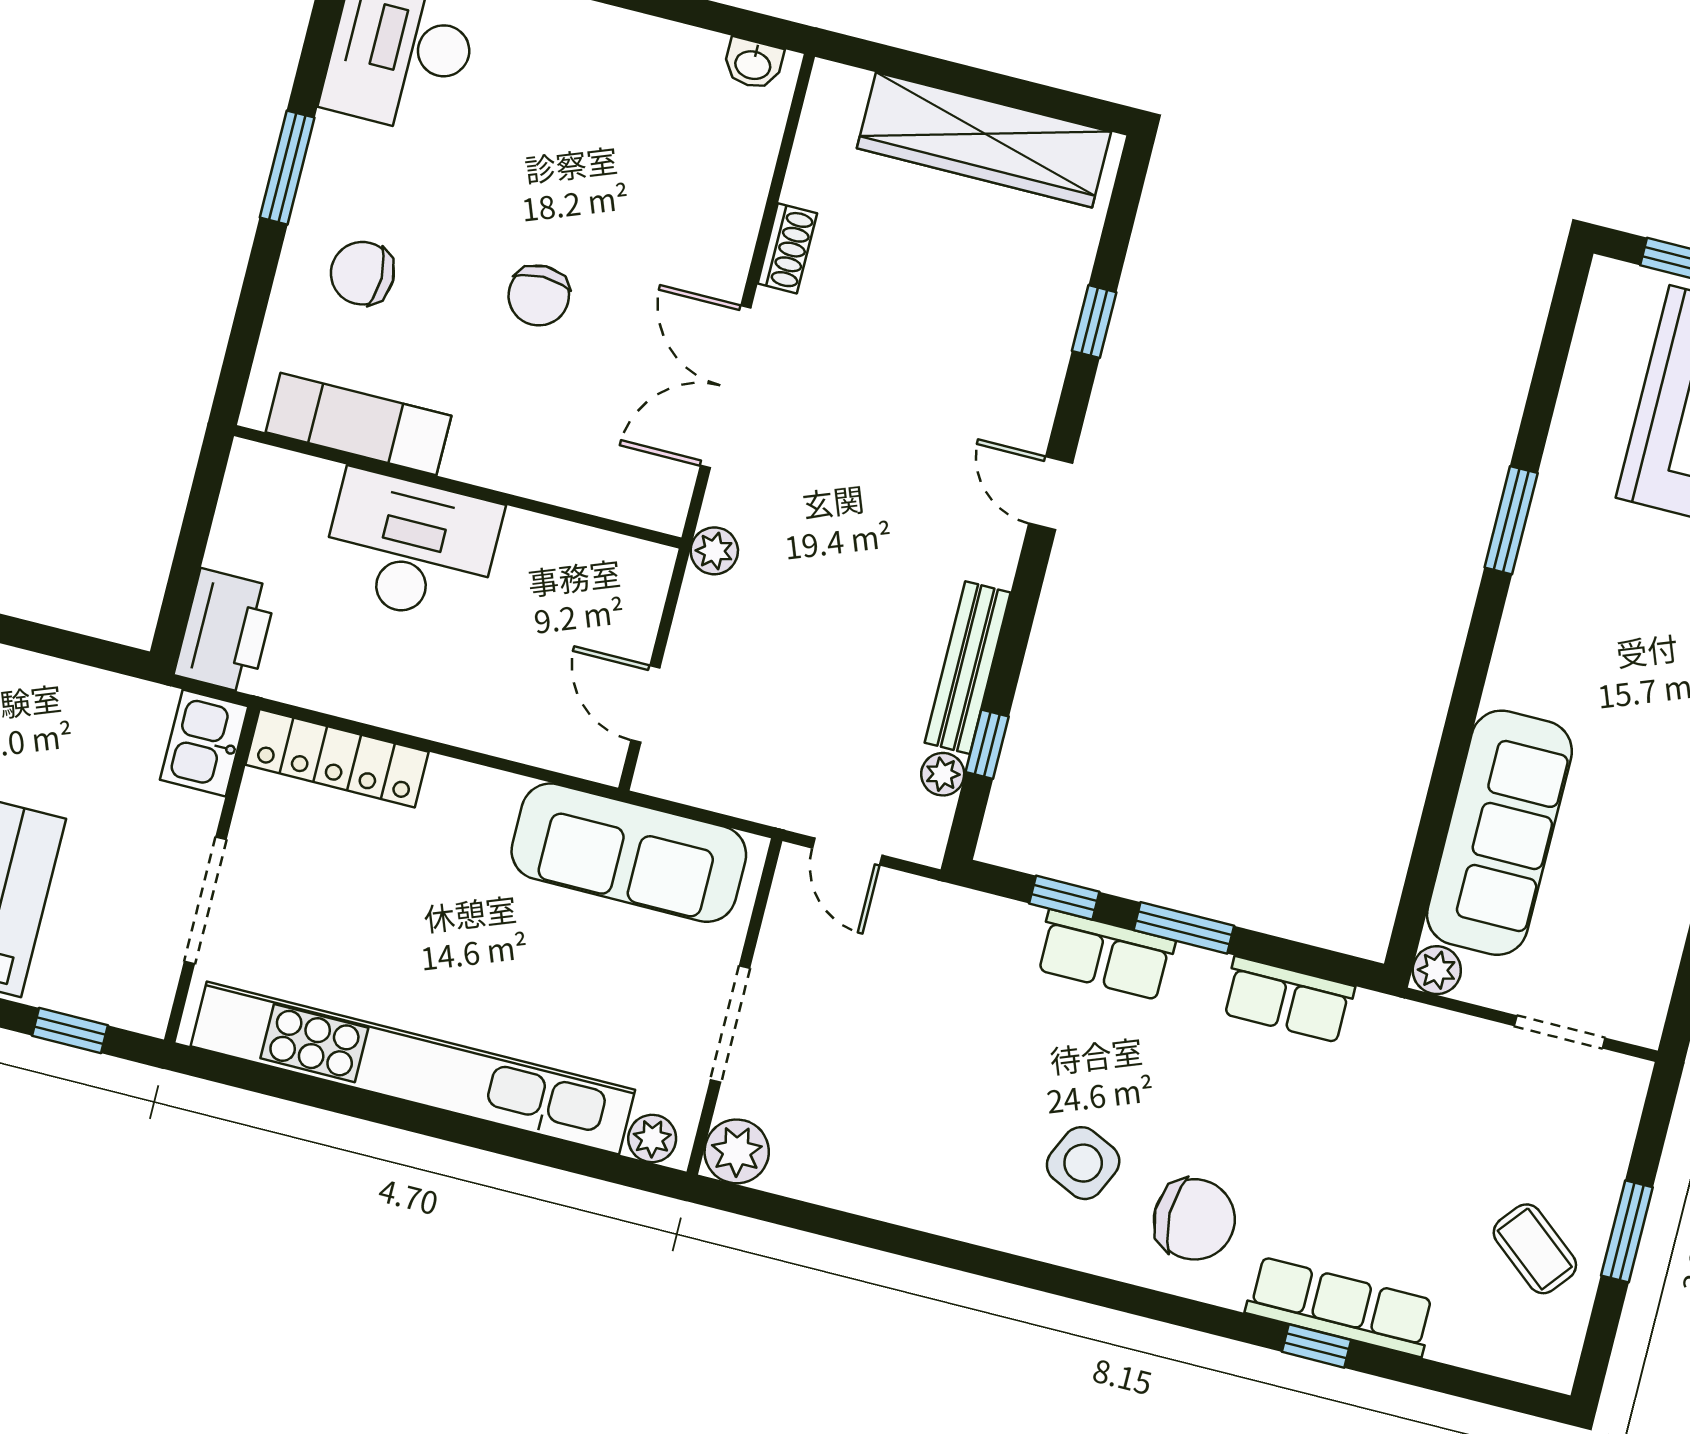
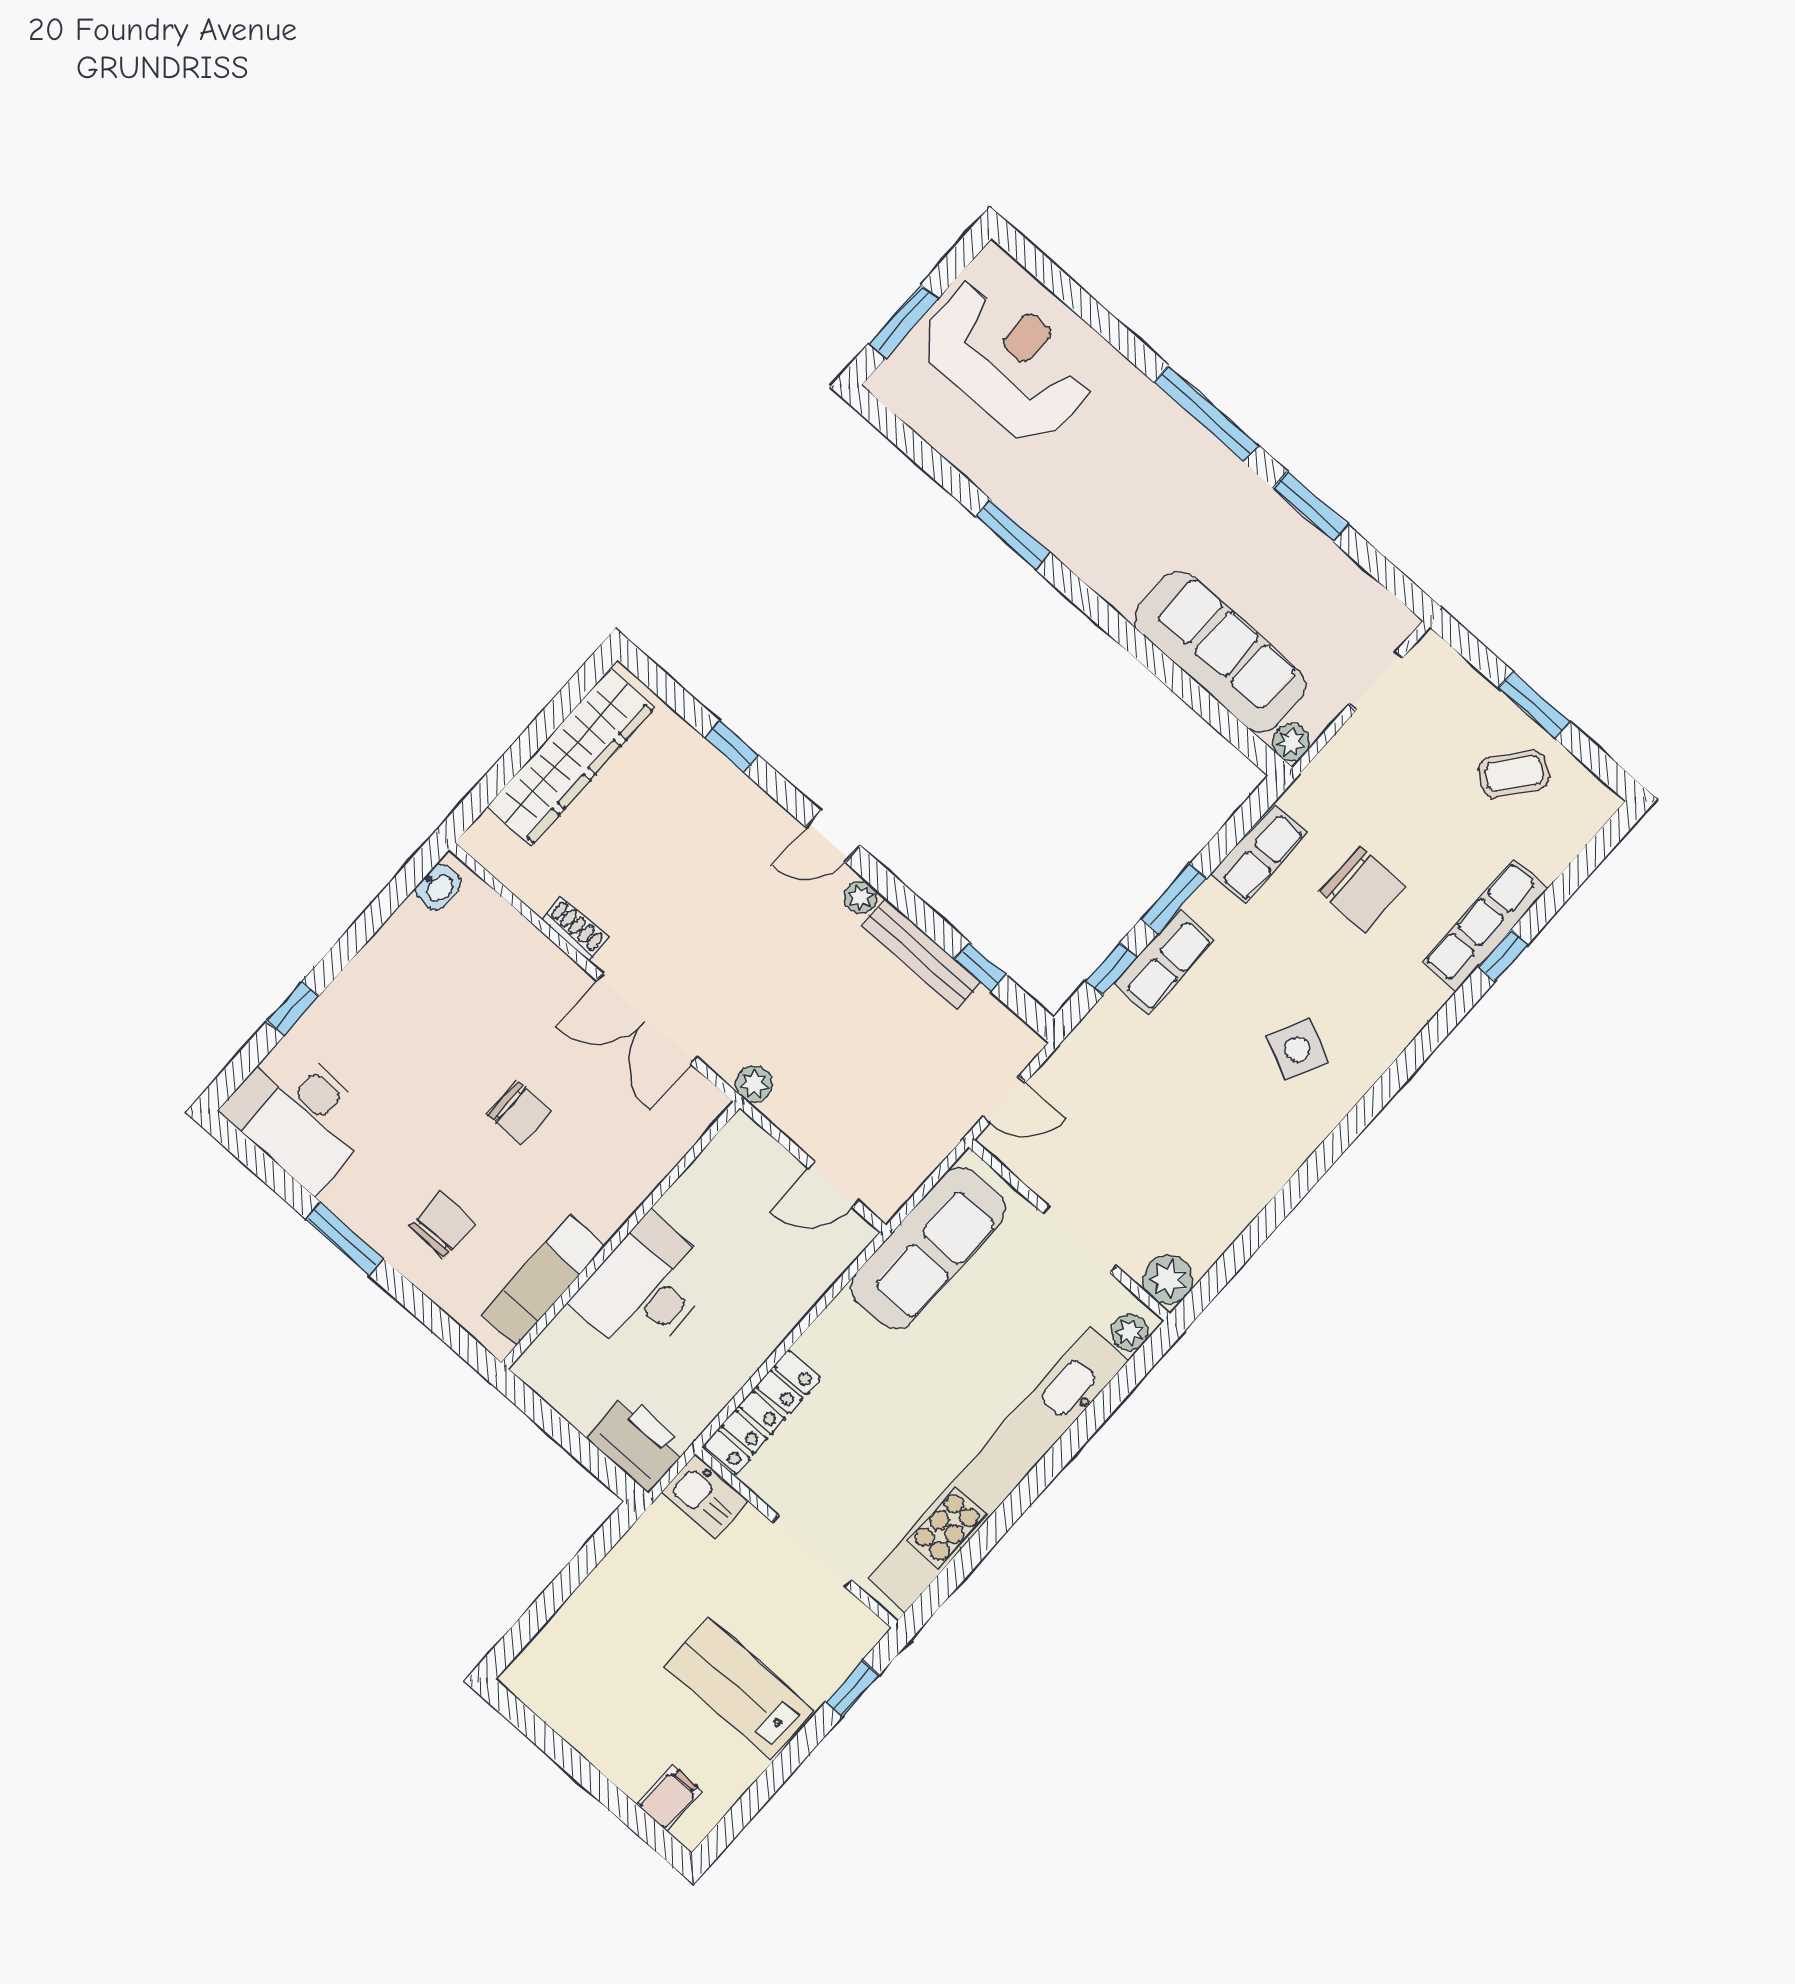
chair: (362, 273) -> (443, 1225), turned 180
plant: (943, 774) -> (860, 897), moved
chair: (1194, 1219) -> (1362, 889), moved, turned 90

